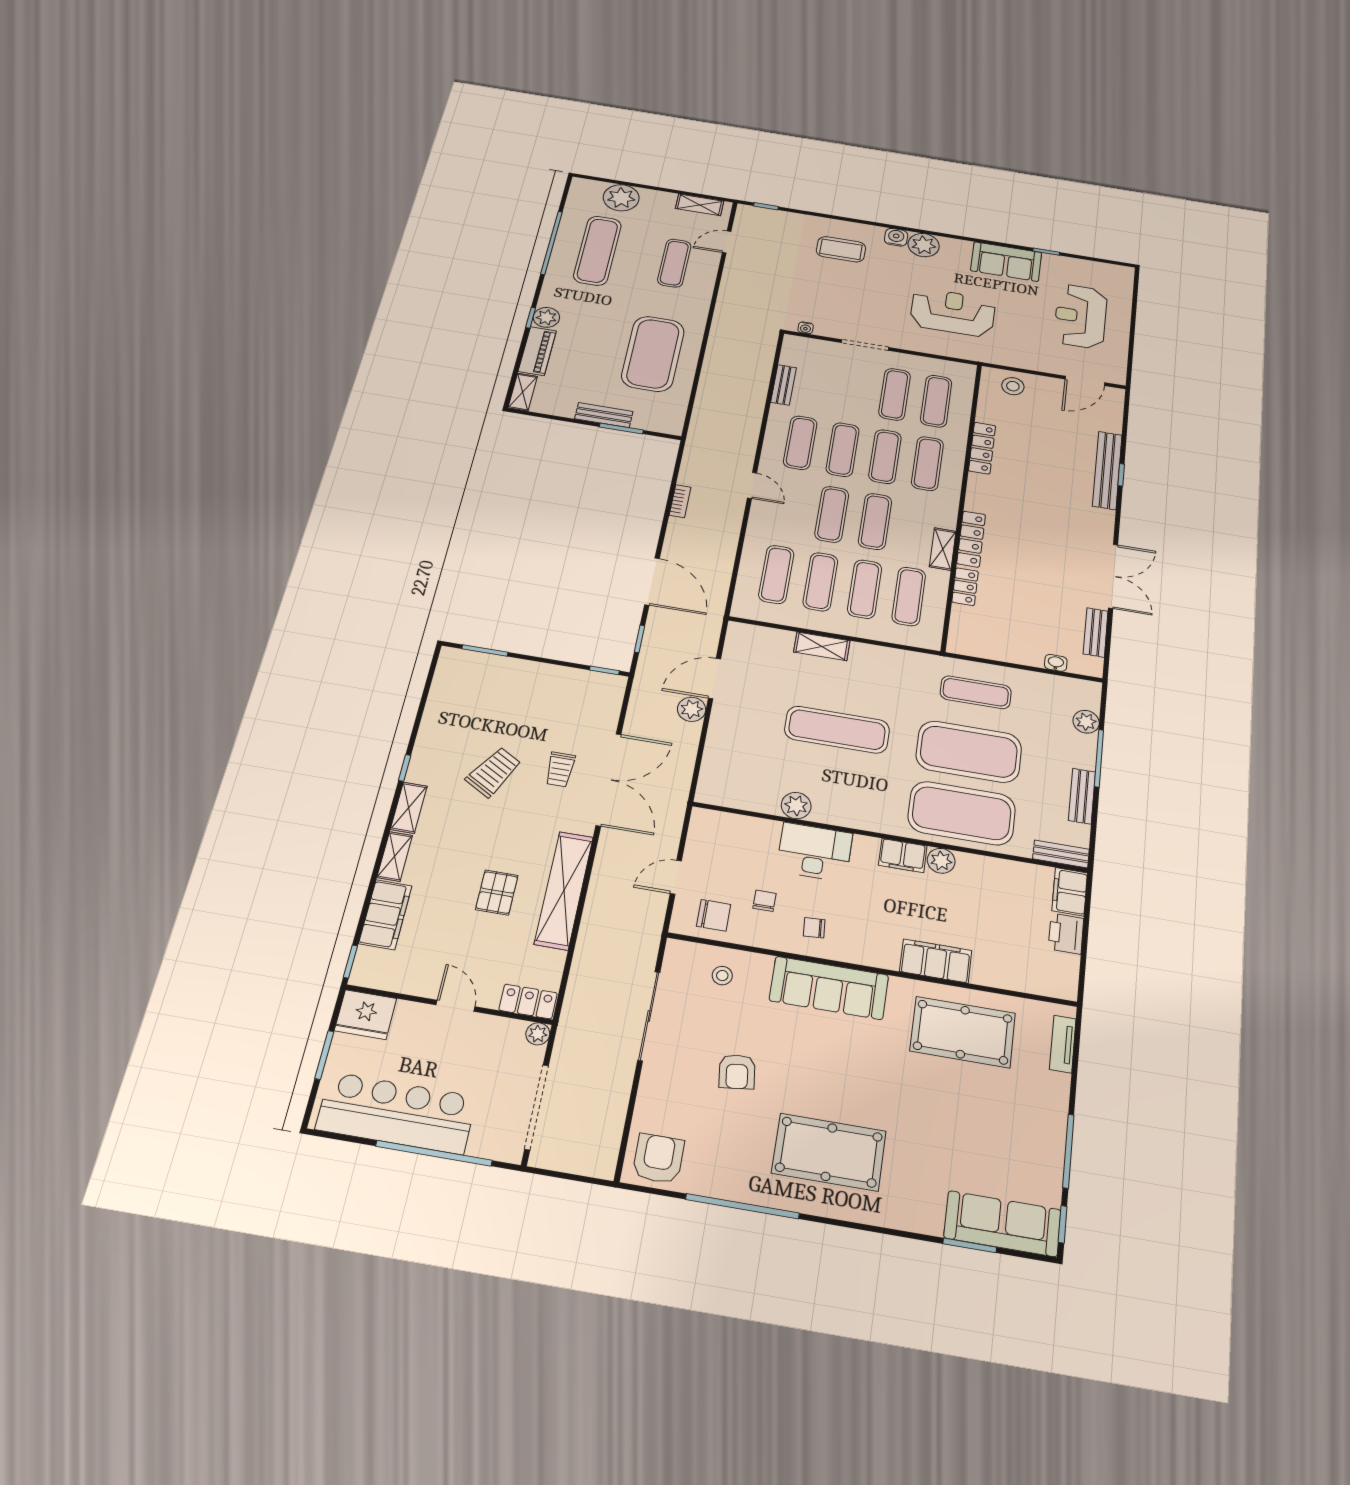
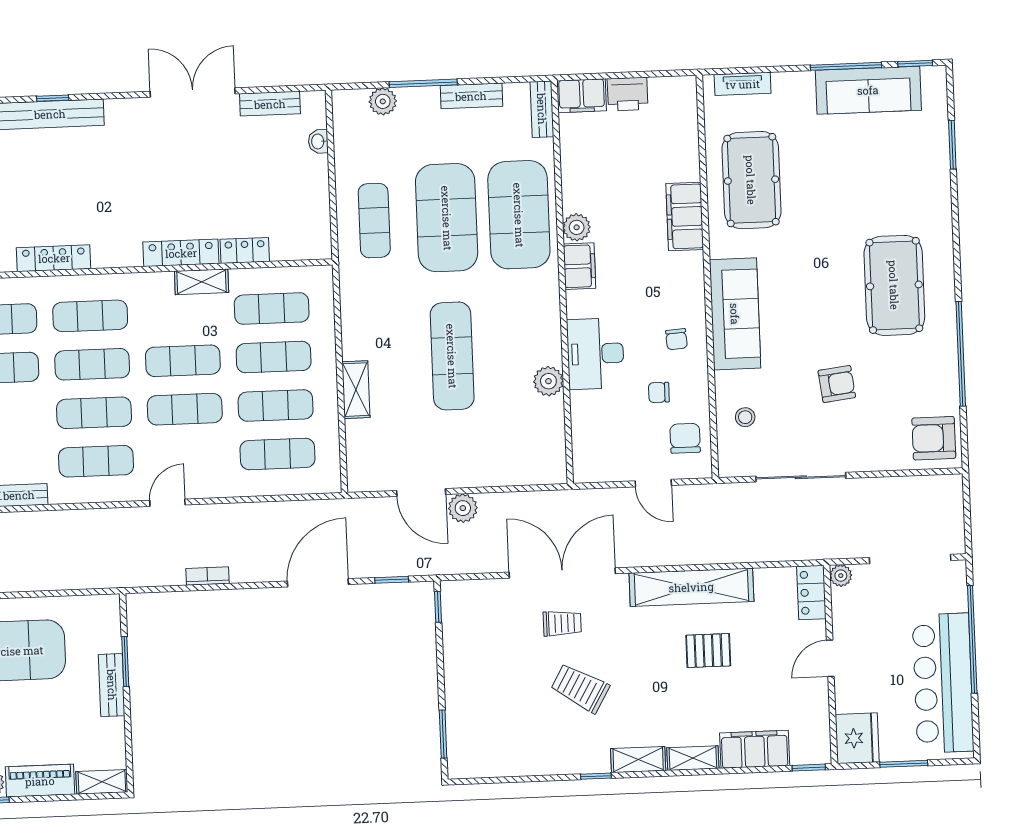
sofa: (1003, 1224) -> (868, 90), moved, turned -90

